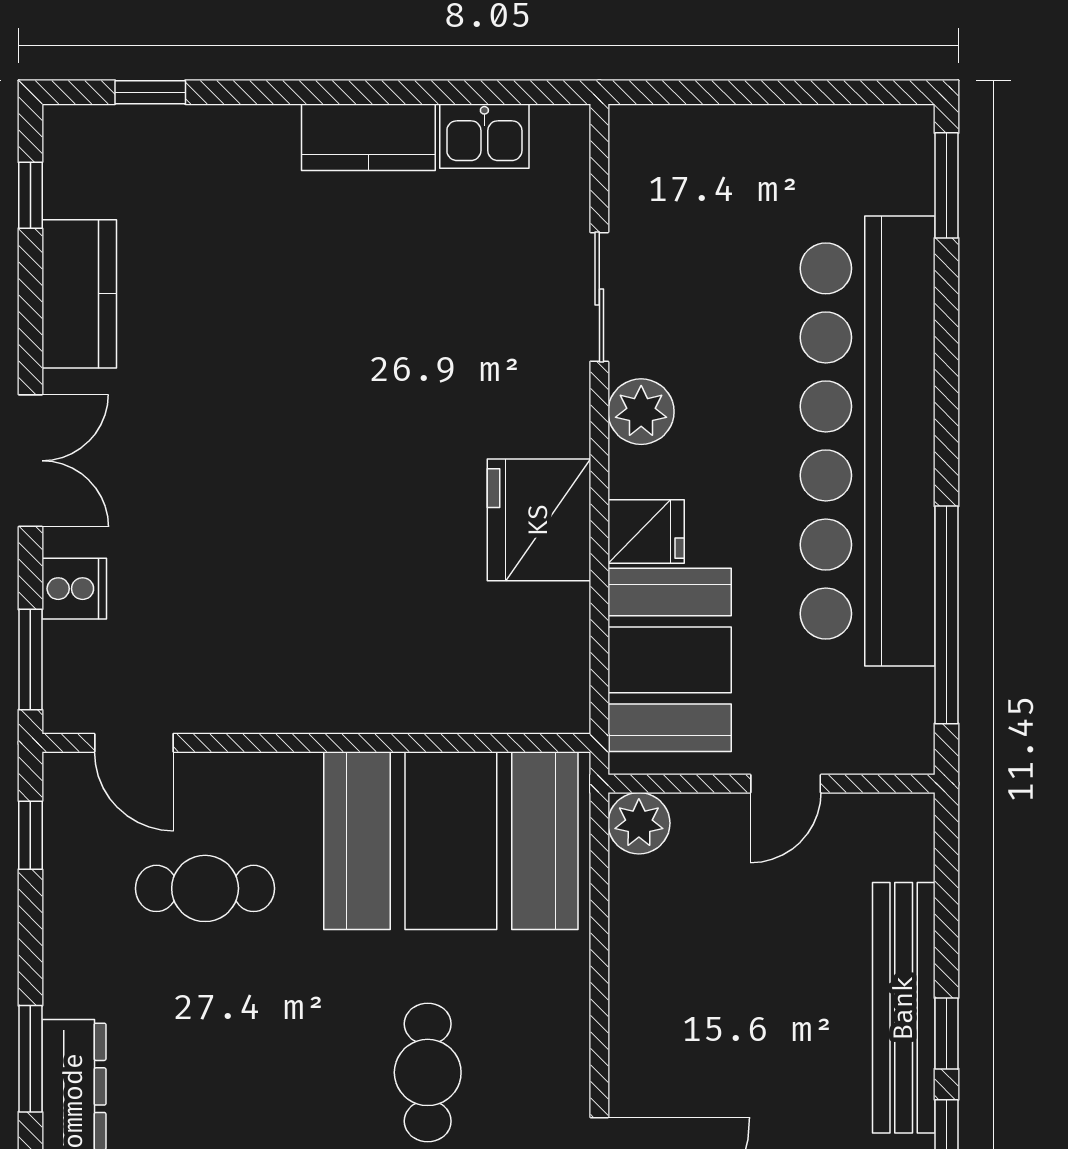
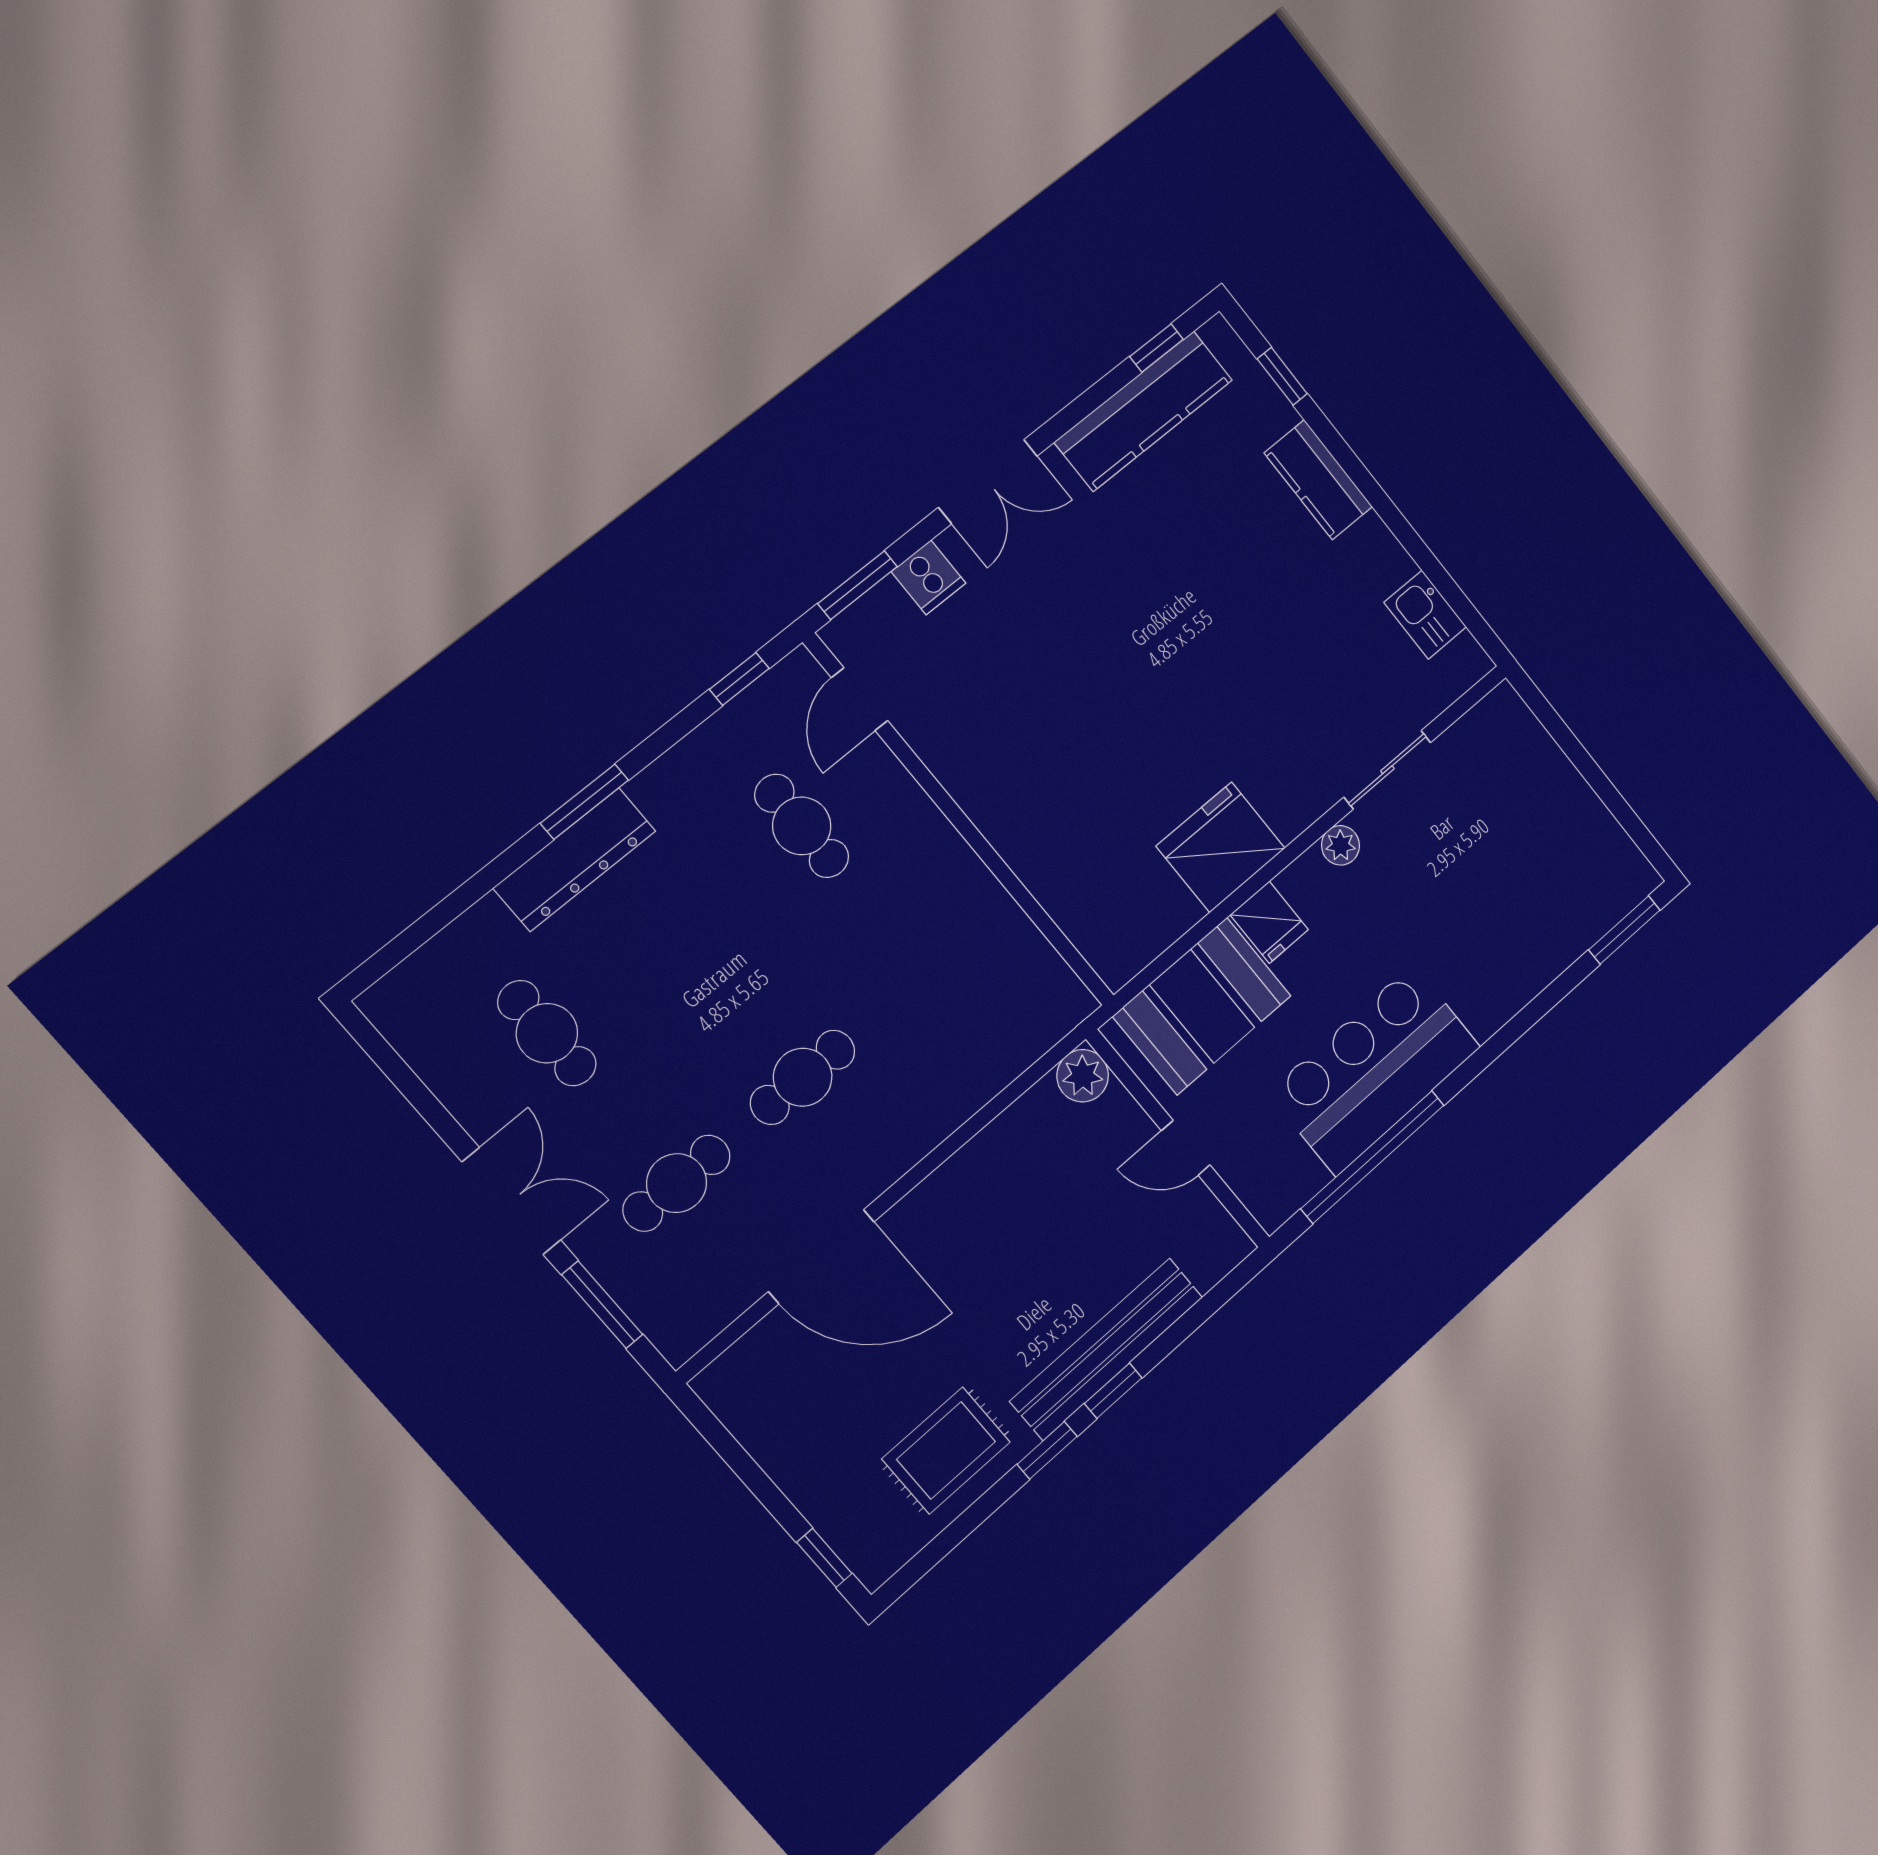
kitchen counter: (368, 137) -> (1318, 480), moved
kitchen counter: (79, 294) -> (1144, 411), width x1.50
plant: (641, 412) -> (1340, 845), width x0.73, depth x0.73
bar counter: (868, 441) -> (1375, 1070), width x0.54
booth: (451, 841) -> (970, 963), removed

